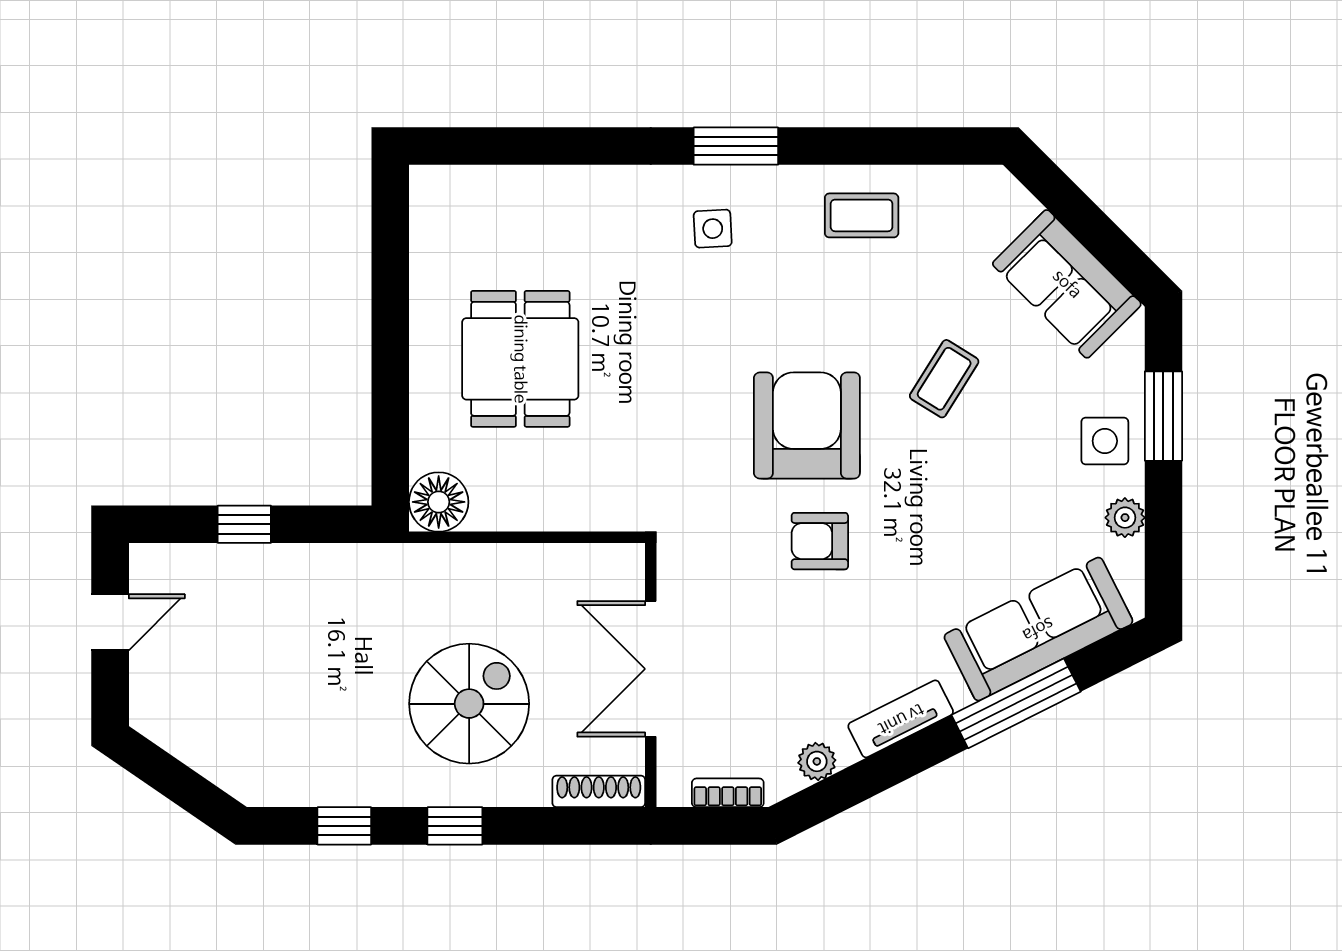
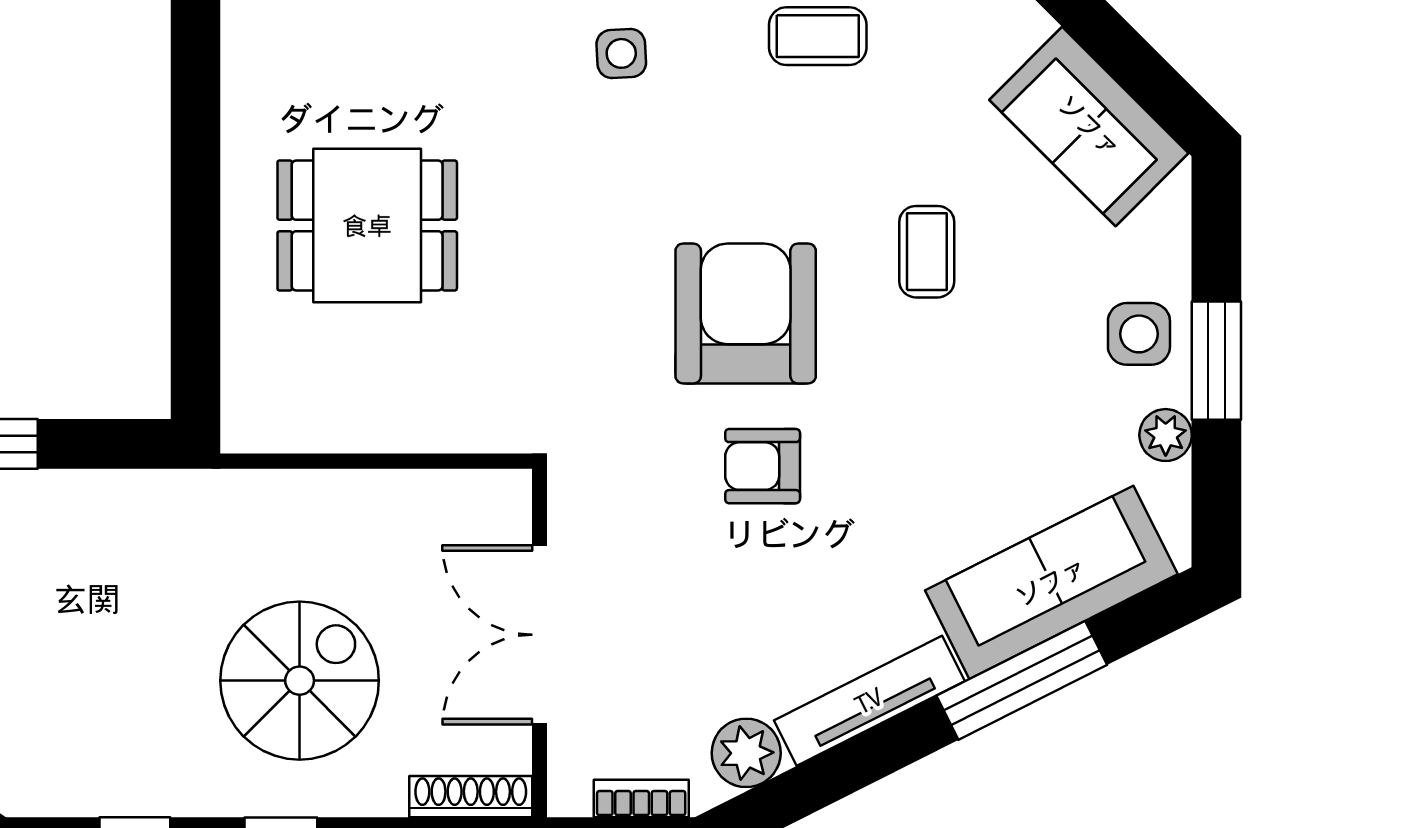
dining table: (520, 359) -> (367, 226), turned 90
coffee table: (944, 379) -> (927, 252), turned -32
window: (1163, 416) -> (1216, 361), moved
floor lamp: (439, 502) -> (259, 414), removed
tv unit: (901, 719) -> (869, 701), width x1.41
plant: (817, 761) -> (746, 753), width x1.38, depth x1.38

